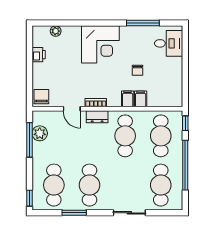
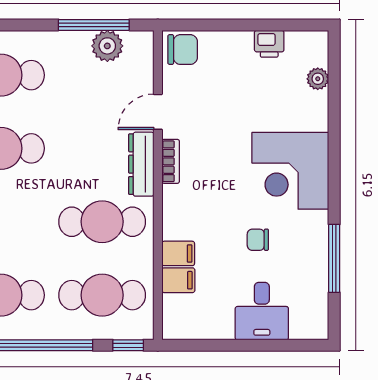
desk: (169, 43) -> (262, 311), moved
chair: (137, 70) -> (258, 240), moved
filing cabinet: (128, 99) -> (178, 280), moved
dresser: (97, 117) -> (141, 164), width x1.44

